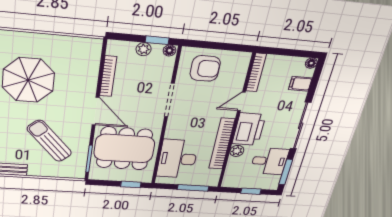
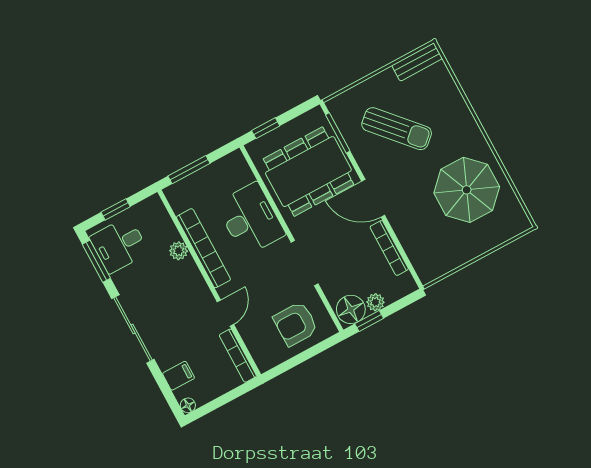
floor lamp: (169, 50) -> (351, 309), width x1.89, depth x1.89
printer: (249, 129) -> (188, 286), removed
desk: (177, 159) -> (250, 219), moved
desk: (269, 161) -> (119, 245), moved

